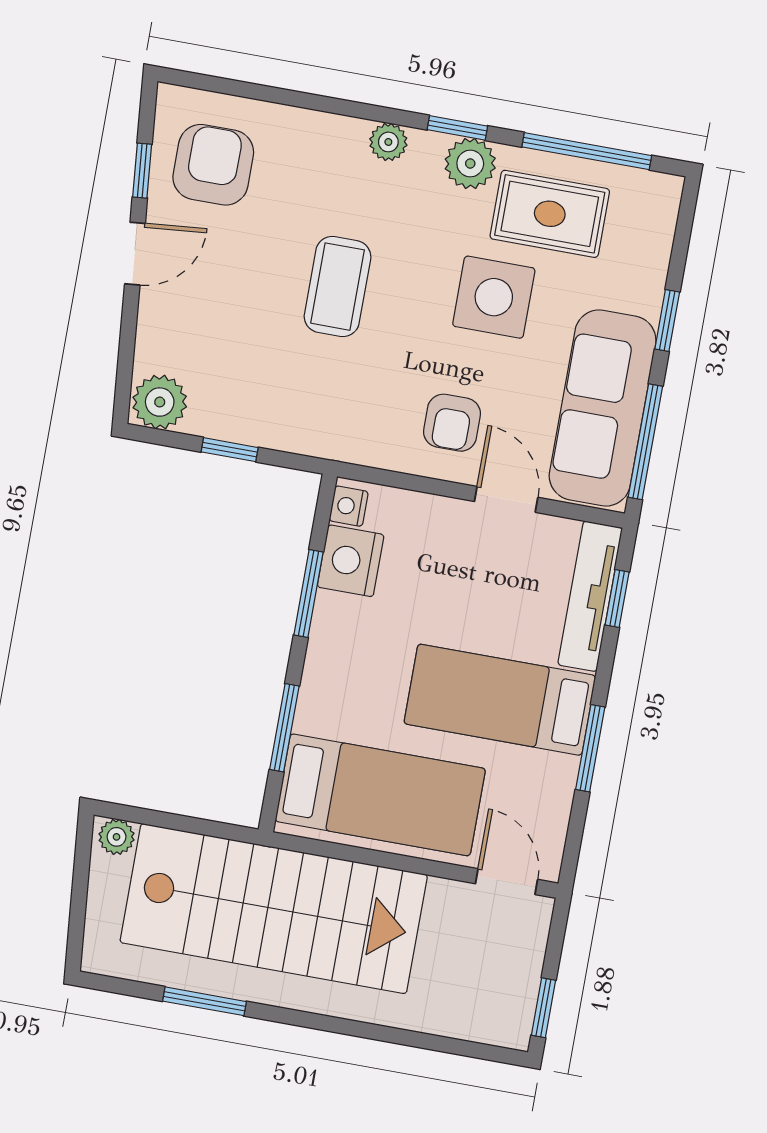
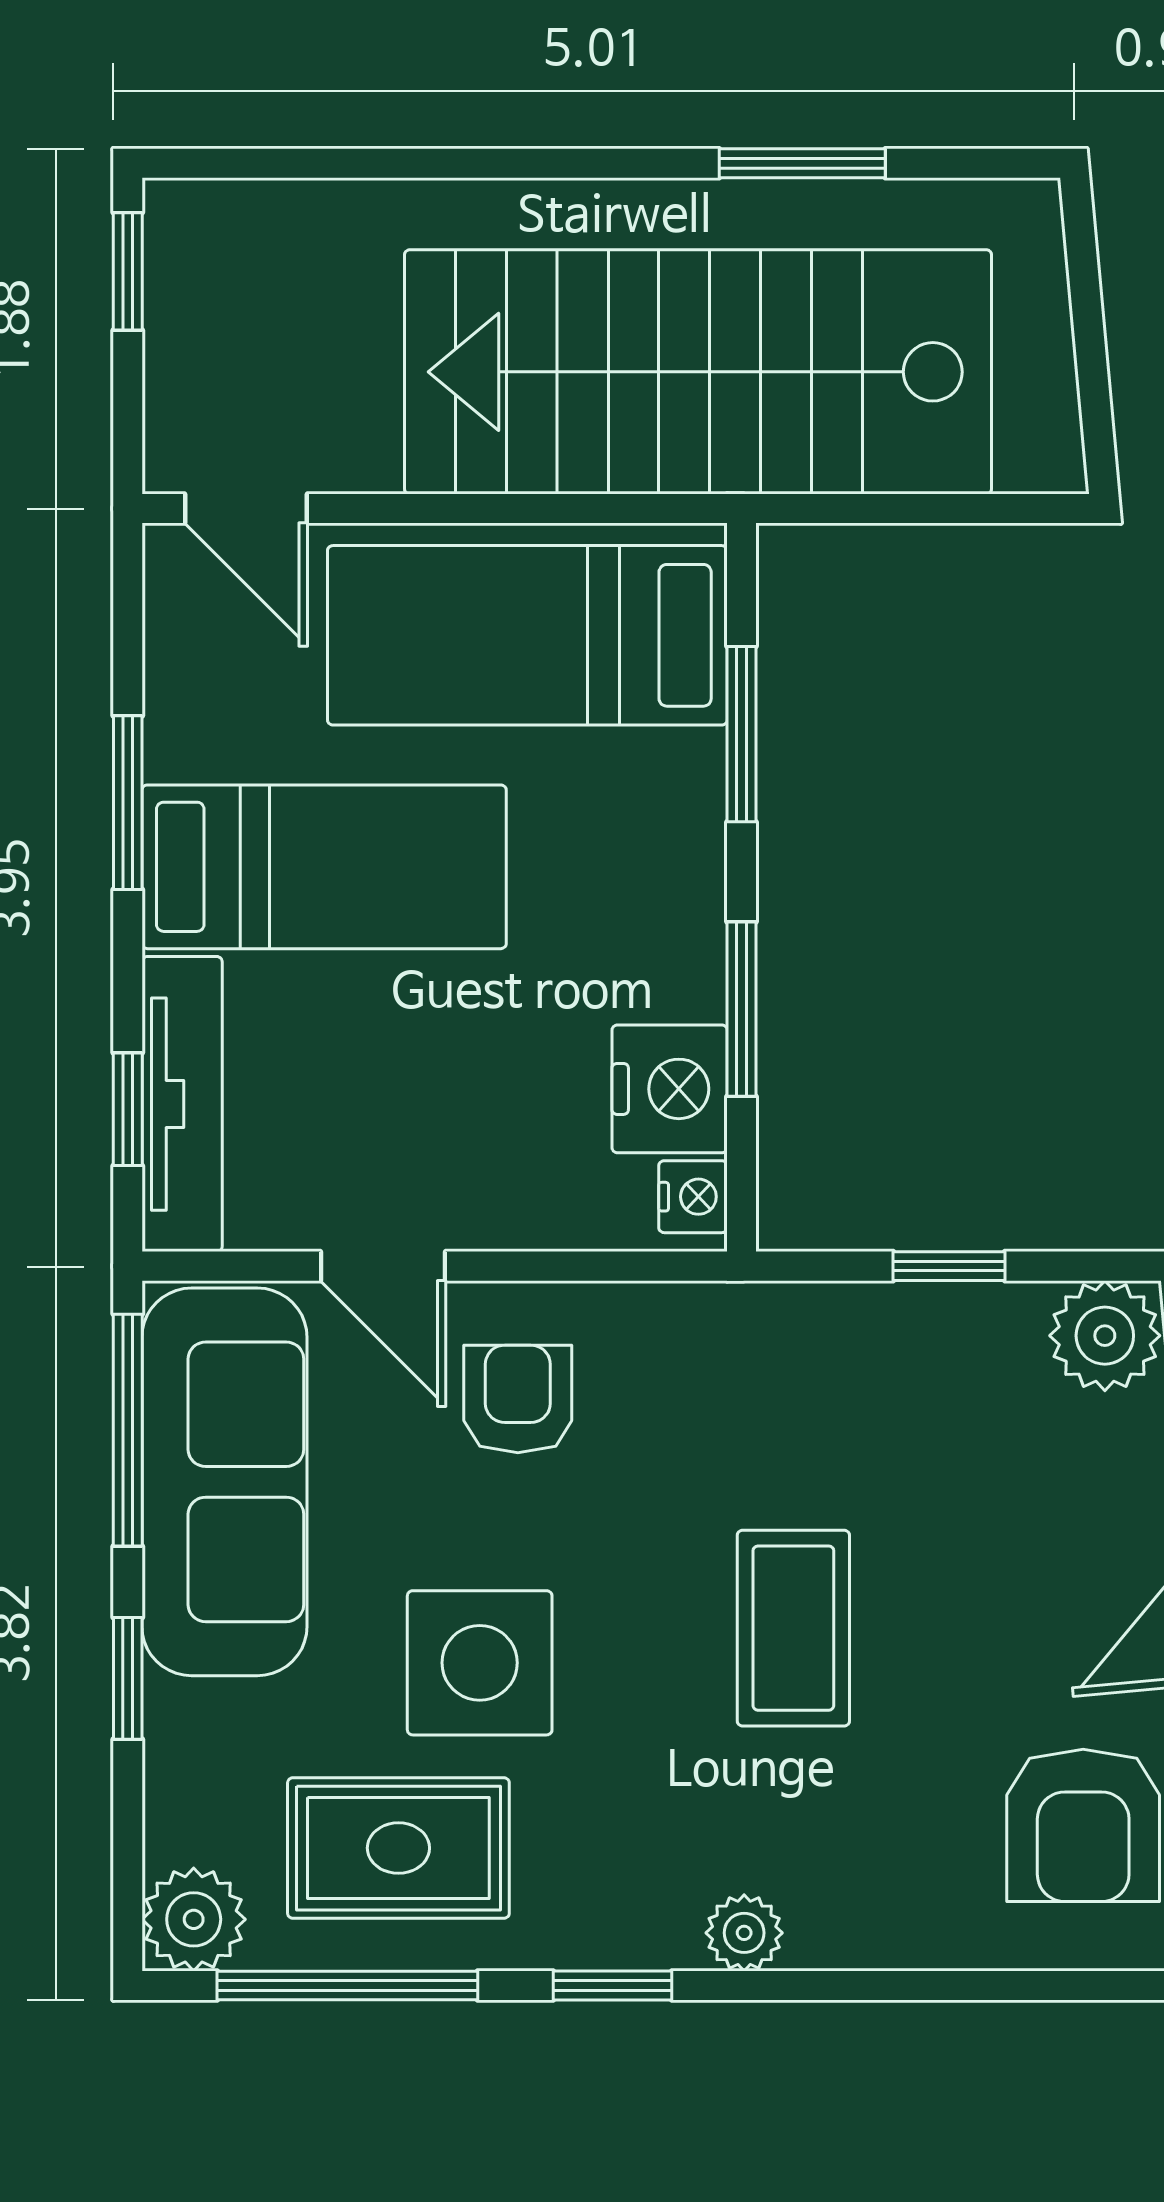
plant: (470, 164) -> (194, 1919), moved
plant: (117, 837) -> (1035, 458), removed

